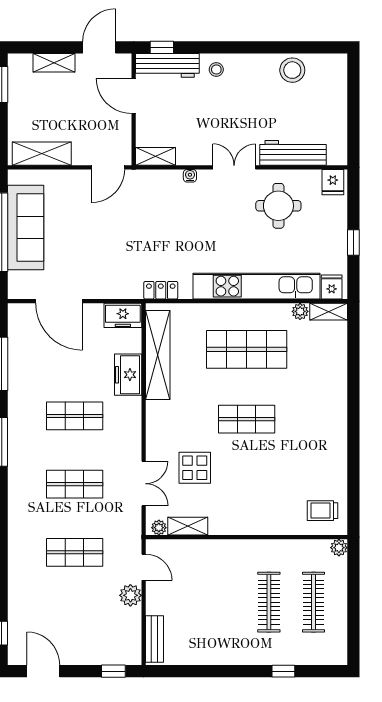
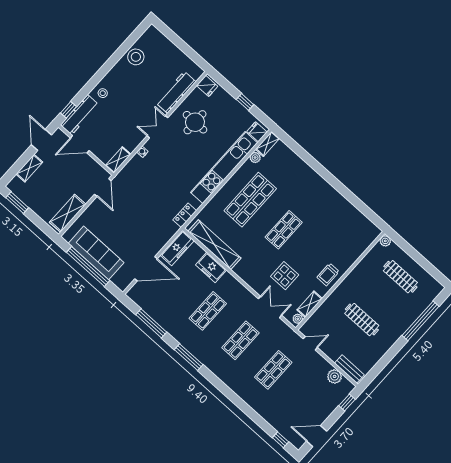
freezer: (123, 315) -> (177, 248), width x1.40
trolley: (323, 511) -> (328, 274), moved
plant: (130, 595) -> (335, 376), moved
clothes rail: (269, 602) -> (362, 320), moved
window: (283, 671) -> (421, 321), width x3.17

